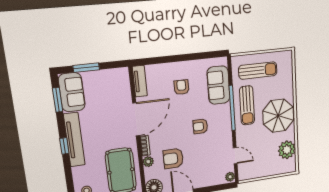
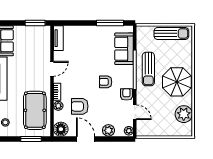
window: (200, 56) -> (110, 23), added
window: (86, 68) -> (35, 23), moved
sun lounger: (258, 71) -> (171, 33), moved
armchair: (181, 87) -> (126, 94), moved
door: (136, 119) -> (52, 69), width x0.53
plant: (208, 180) -> (108, 130), added

